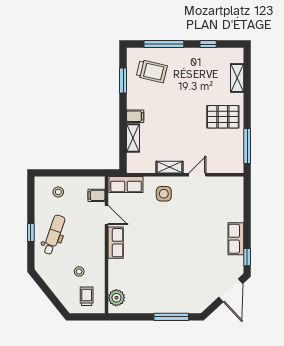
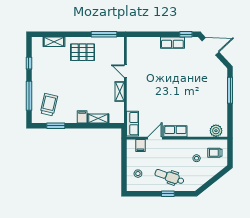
pallet: (223, 117) -> (83, 52), turned 90
side table: (164, 194) -> (139, 96), removed

